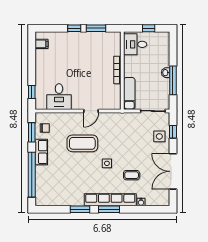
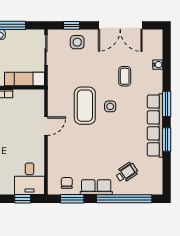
desk: (59, 97) -> (30, 179), moved, turned 90
door: (91, 111) -> (46, 126), hinge flipped
coffee table: (82, 143) -> (85, 106), moved
wheelchair: (53, 177) -> (127, 173), added
row of seats: (110, 200) -> (155, 125), moved

